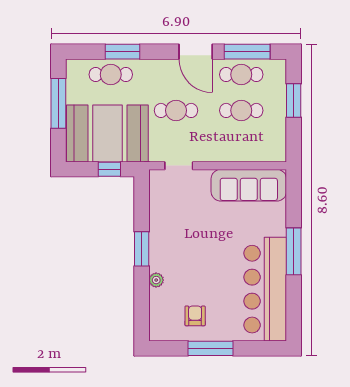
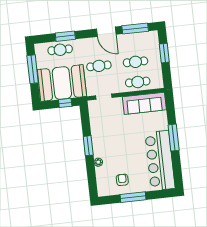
cafe table: (241, 75) -> (138, 82), moved

